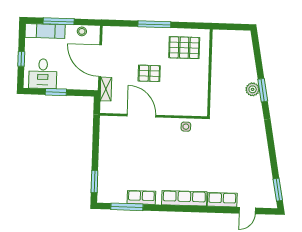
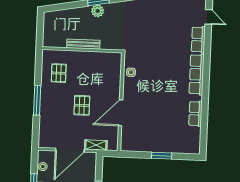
pallet: (184, 48) -> (59, 73), width x0.67, depth x0.71
bench: (216, 74) -> (83, 44), added
window: (94, 181) -> (162, 156), moved
window: (127, 207) -> (204, 127), removed

